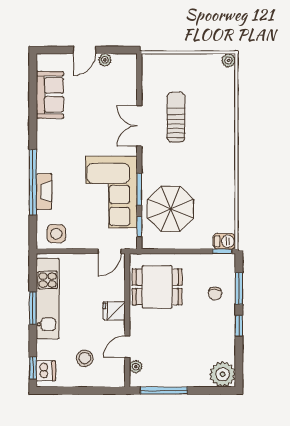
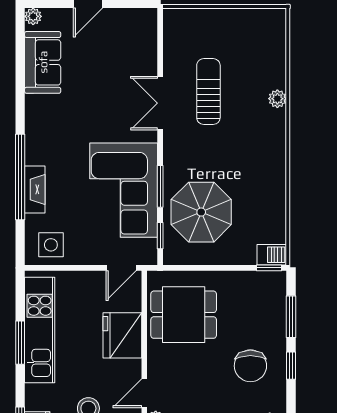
plant: (105, 60) -> (33, 16), moved
plant: (228, 60) -> (277, 99), moved
chair: (215, 294) -> (250, 366), moved, width x1.87, depth x1.87
fridge: (114, 311) -> (122, 335), width x1.88, depth x1.34

